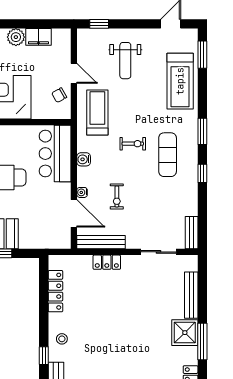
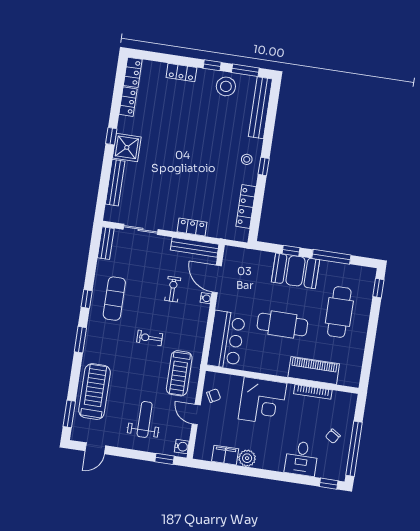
exercise mat: (168, 155) -> (114, 299), moved
water cooler: (84, 159) -> (182, 447), moved
window: (202, 342) -> (111, 136), width x0.46
window: (44, 356) -> (264, 166), moved

